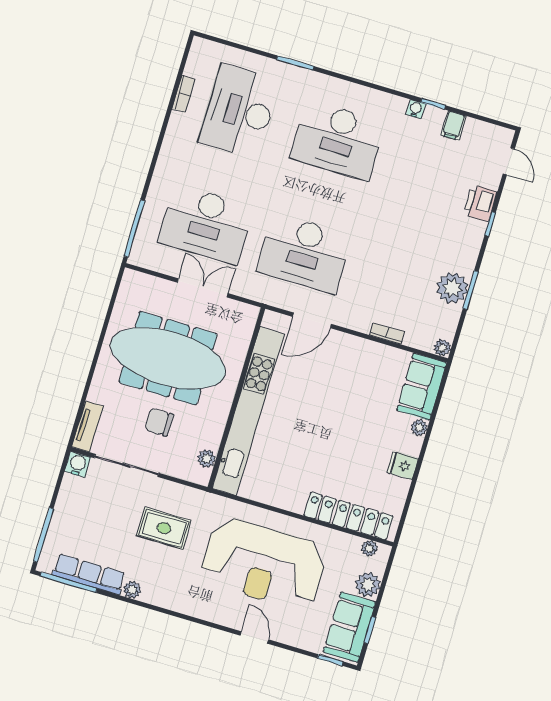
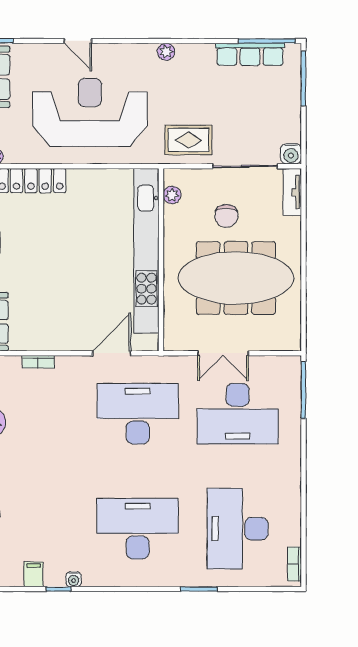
bookcase: (184, 94) -> (294, 564), moved
desk: (239, 111) -> (238, 529), turned 180
desk: (206, 224) -> (238, 414), turned 180
chair: (159, 422) -> (226, 216), turned 90
rug: (164, 528) -> (188, 140), moved
plant: (132, 590) -> (166, 52), moved

